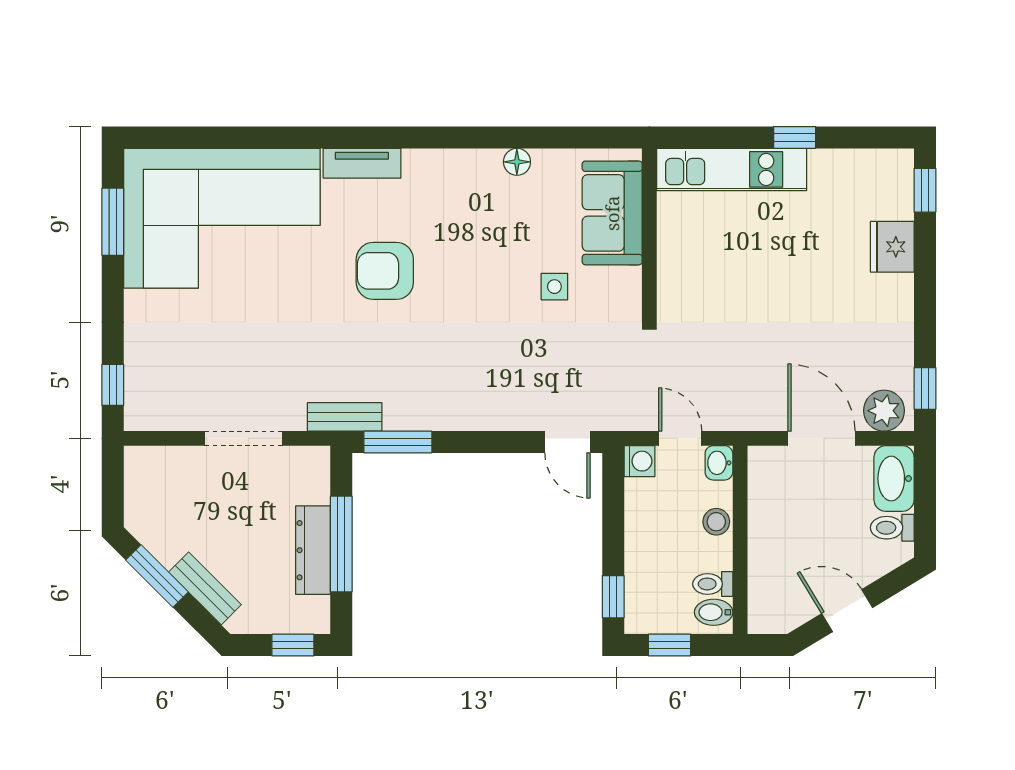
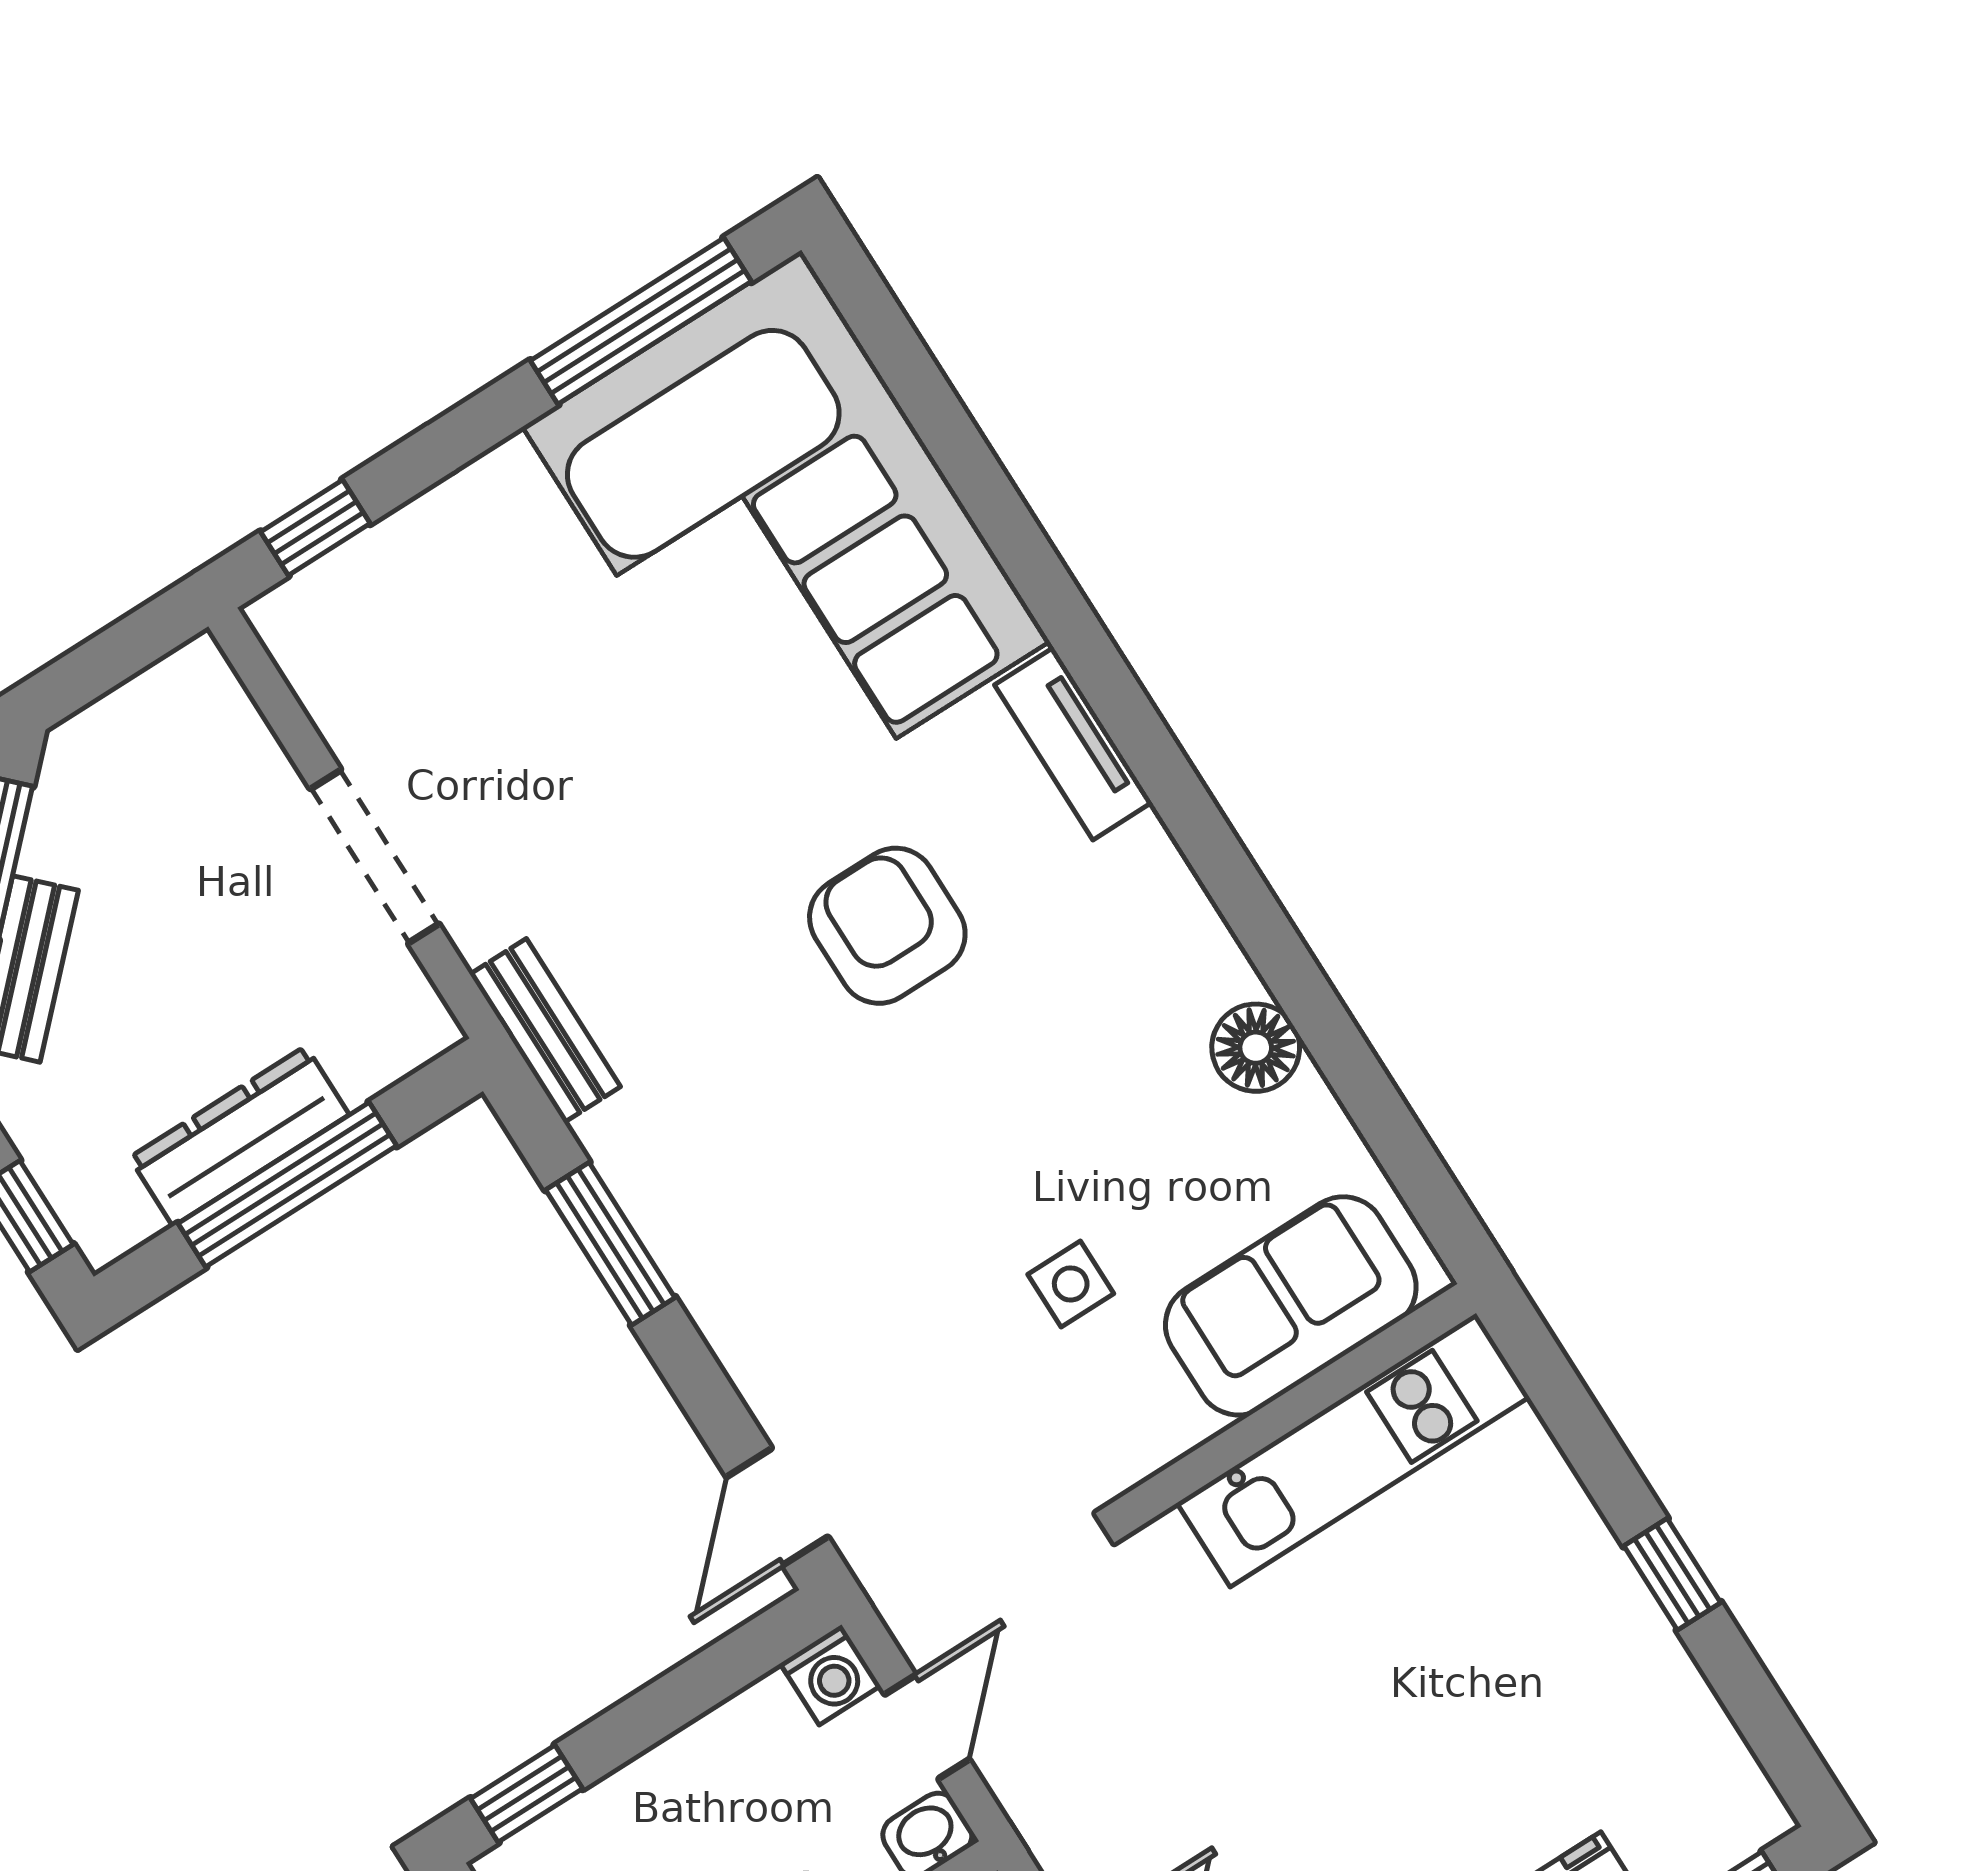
floor lamp: (517, 162) -> (1256, 1048), width x1.37, depth x1.37
kitchen unit: (732, 169) -> (1353, 1450), moved, turned -90
window: (113, 222) -> (641, 321), width x1.44
window: (398, 442) -> (610, 1244), moved

